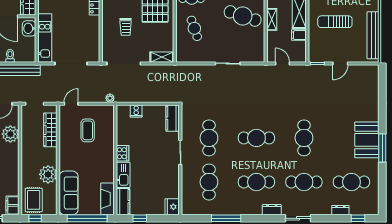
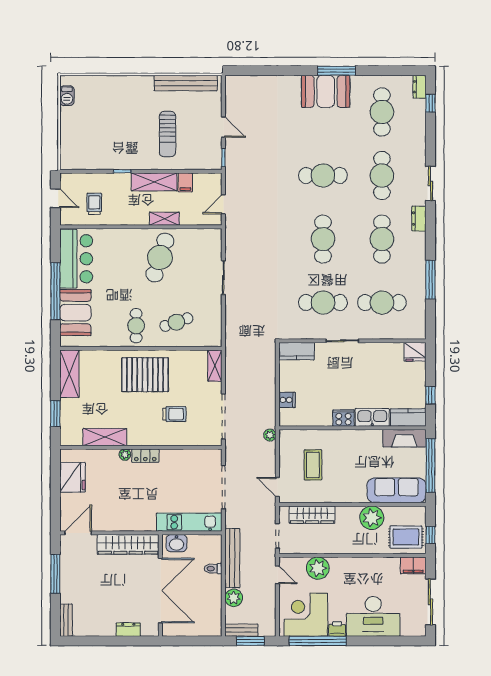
coffee table: (88, 130) -> (313, 465), turned 90
dresser: (340, 210) -> (419, 87), moved

